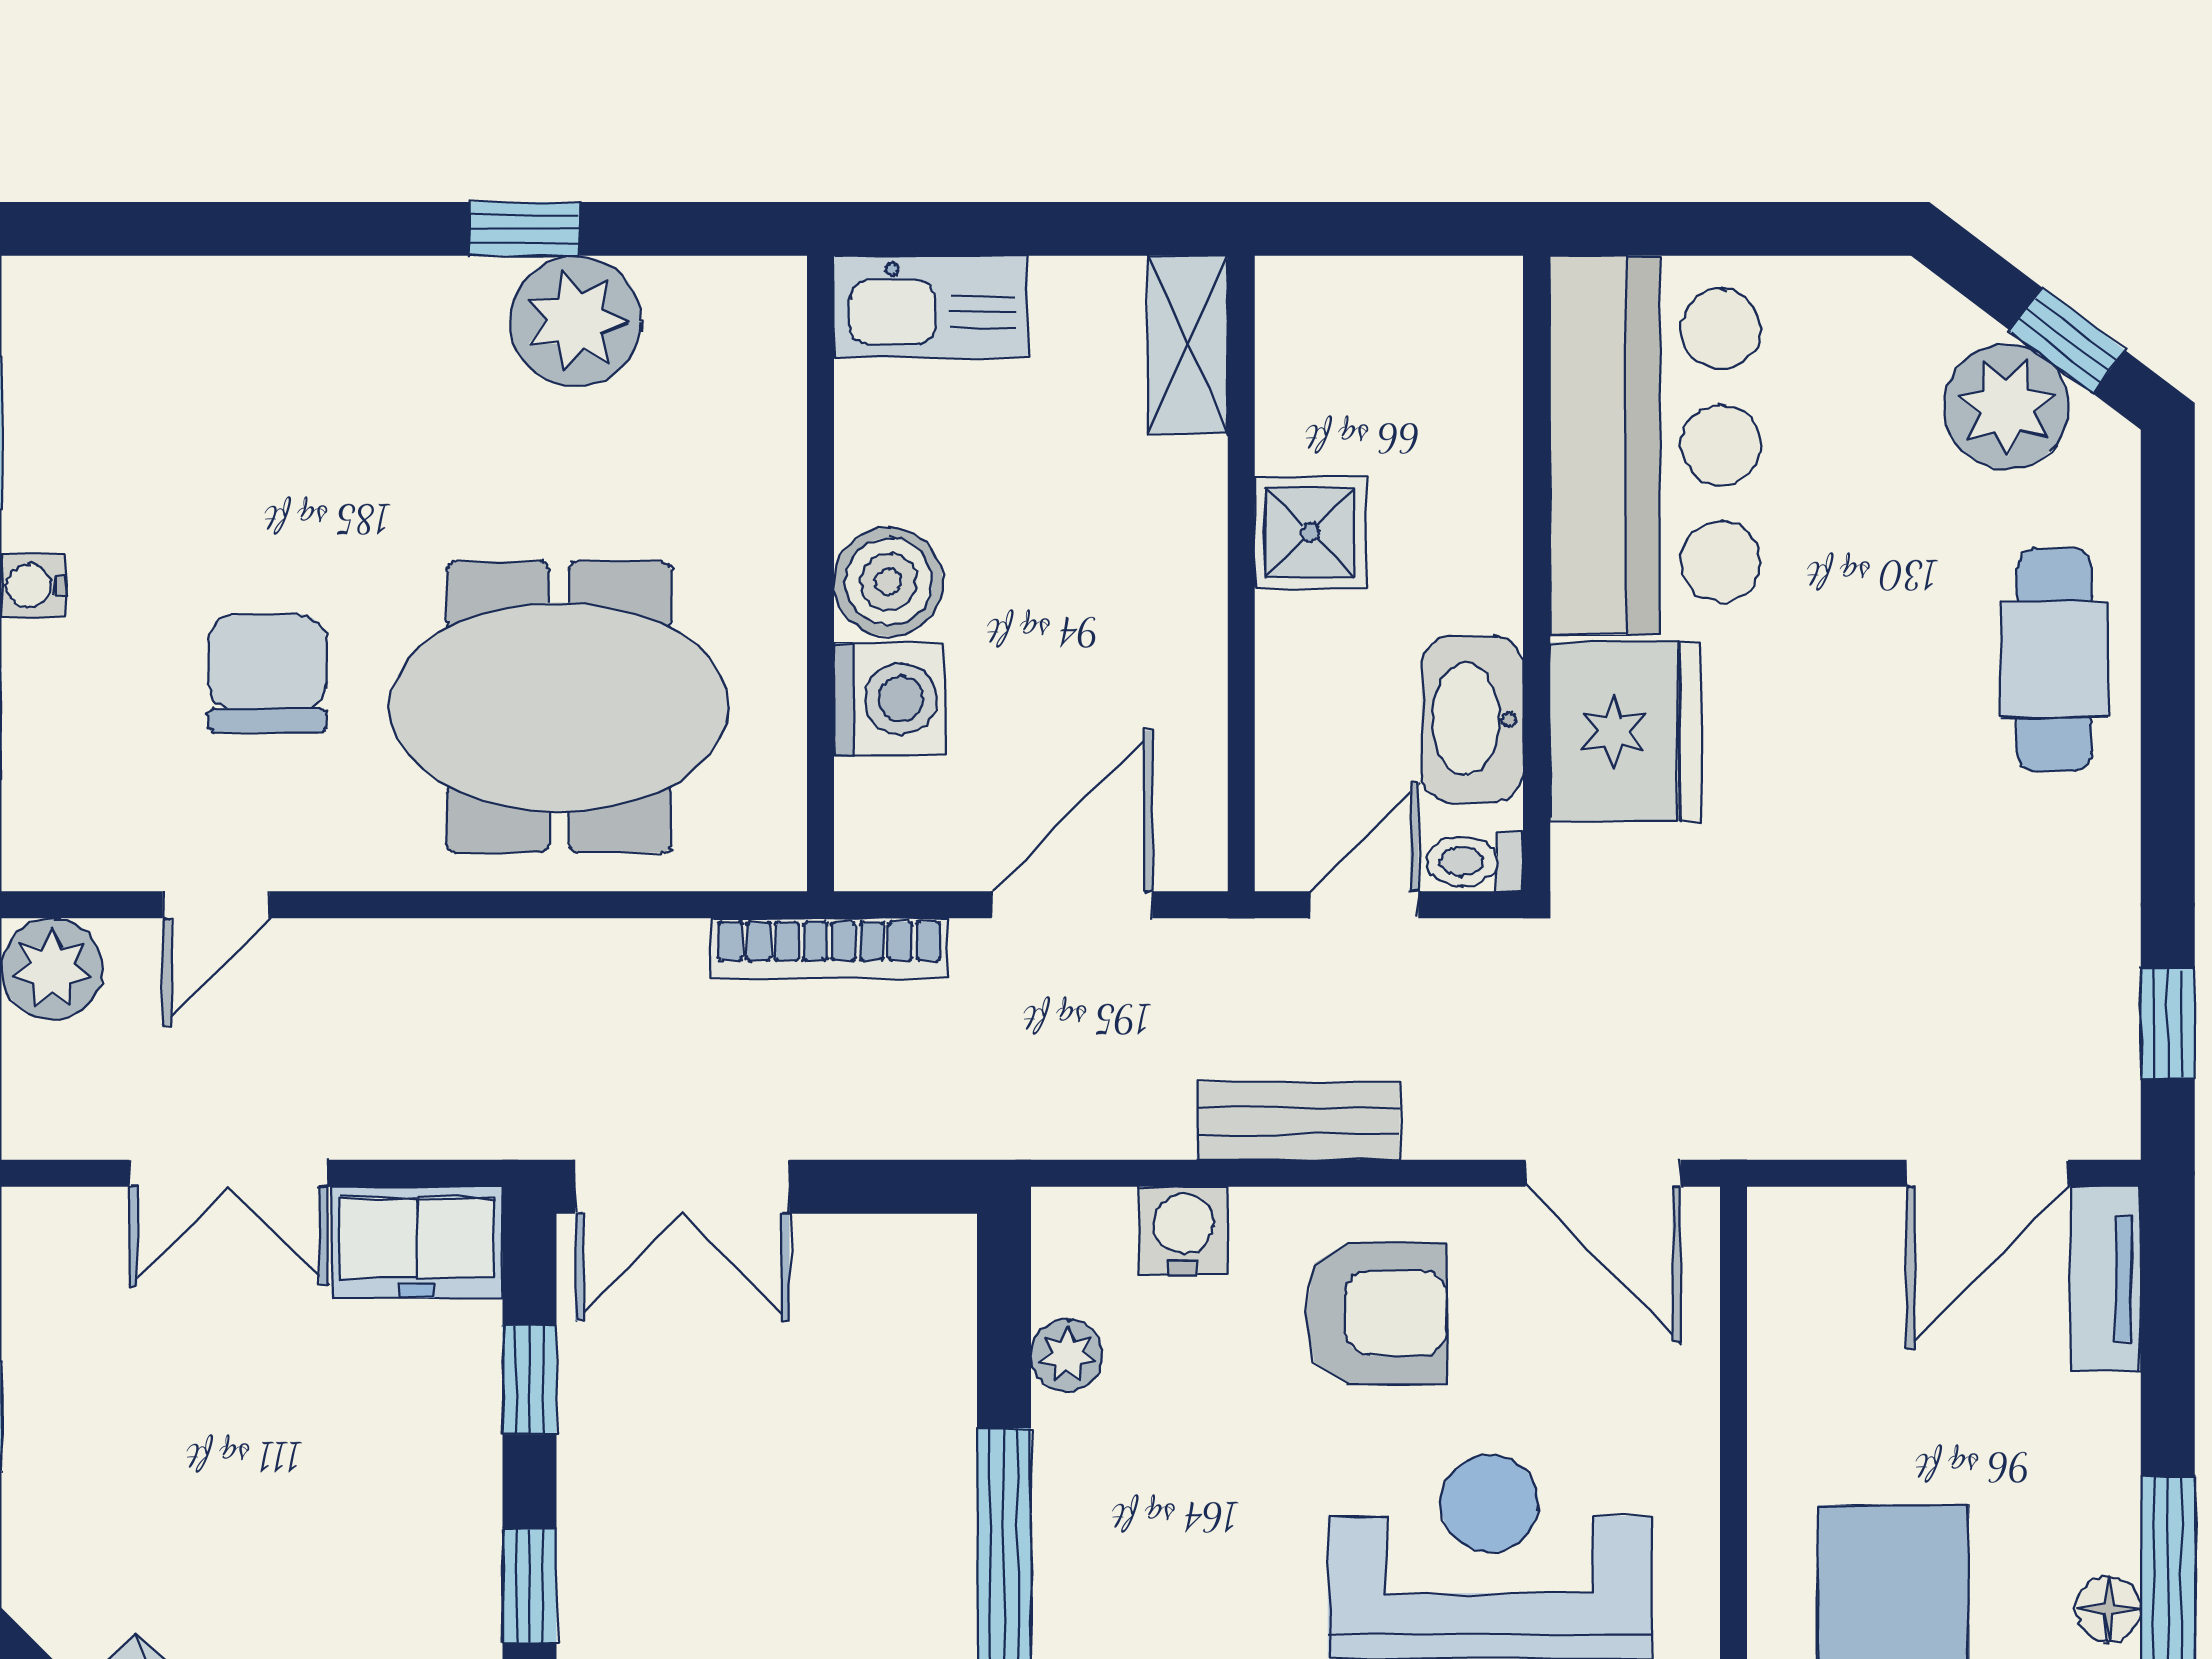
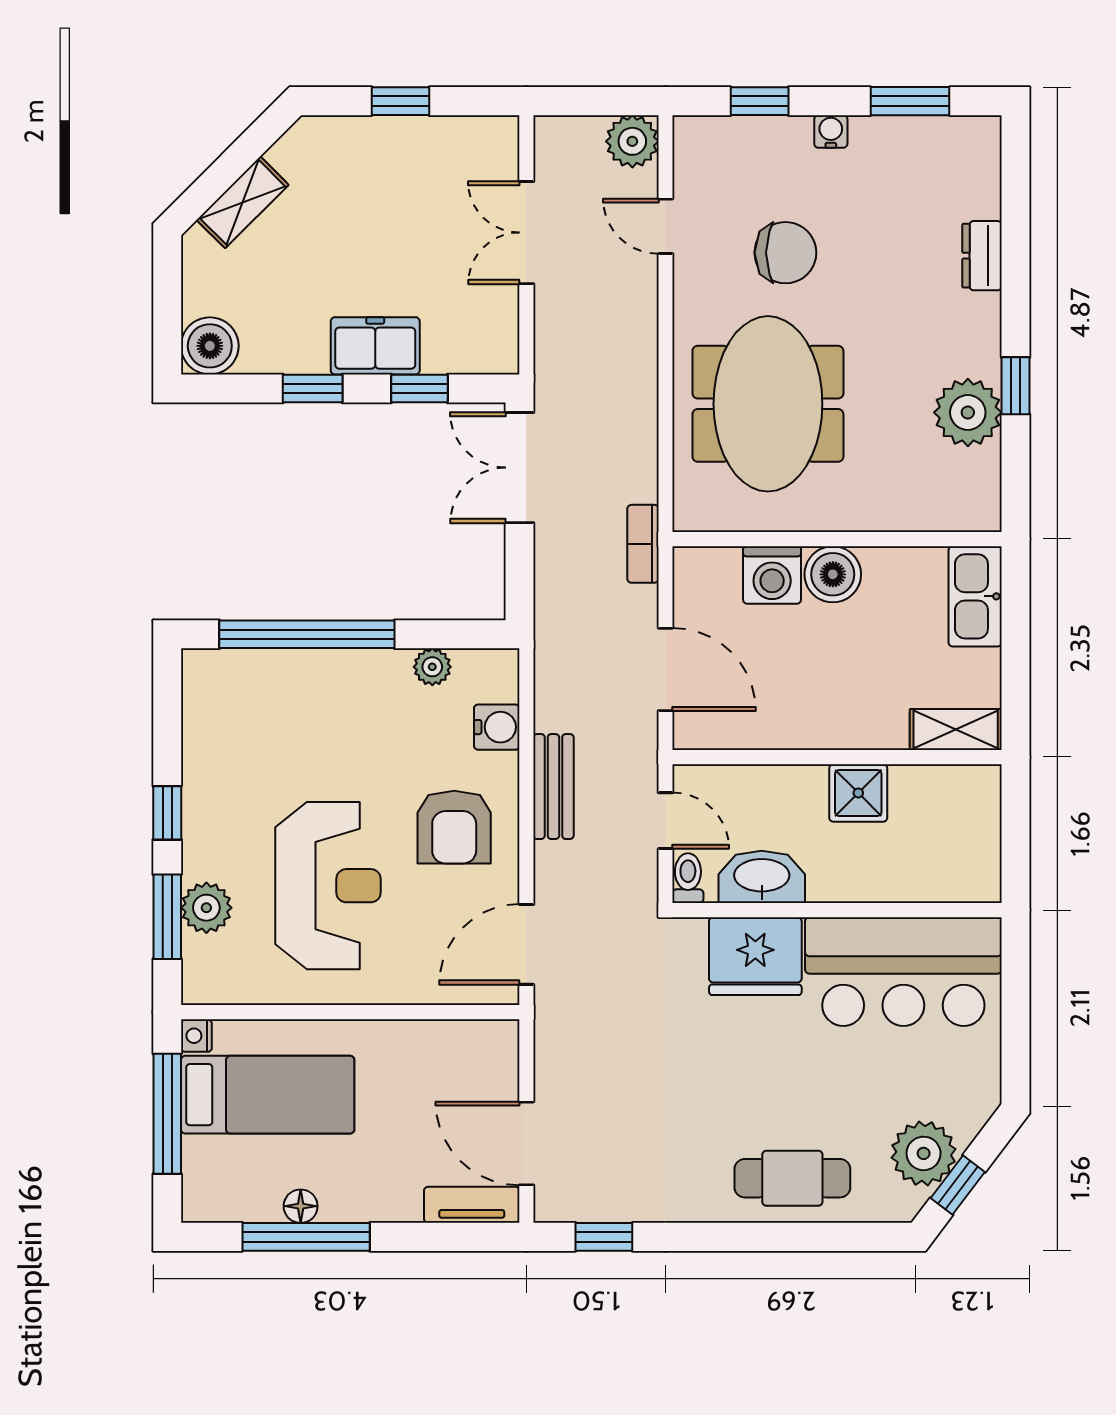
dresser: (273, 294) -> (982, 256), added
bookcase: (829, 948) -> (643, 544), width x0.64
freezer: (417, 1242) -> (375, 346), moved, turned 90

